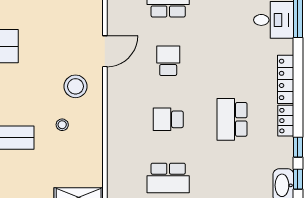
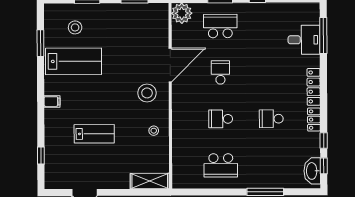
door: (105, 51) -> (170, 65), width x1.36
school desk: (232, 119) -> (271, 119), width x0.54
stool: (62, 125) -> (154, 131), moved

